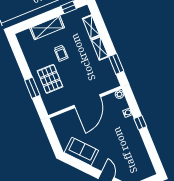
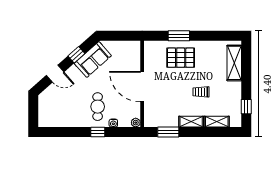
shelving: (47, 28) -> (234, 63), moved
trolley: (61, 53) -> (201, 92), moved
cafe table: (119, 131) -> (98, 107), added
window: (83, 167) -> (76, 55), added

